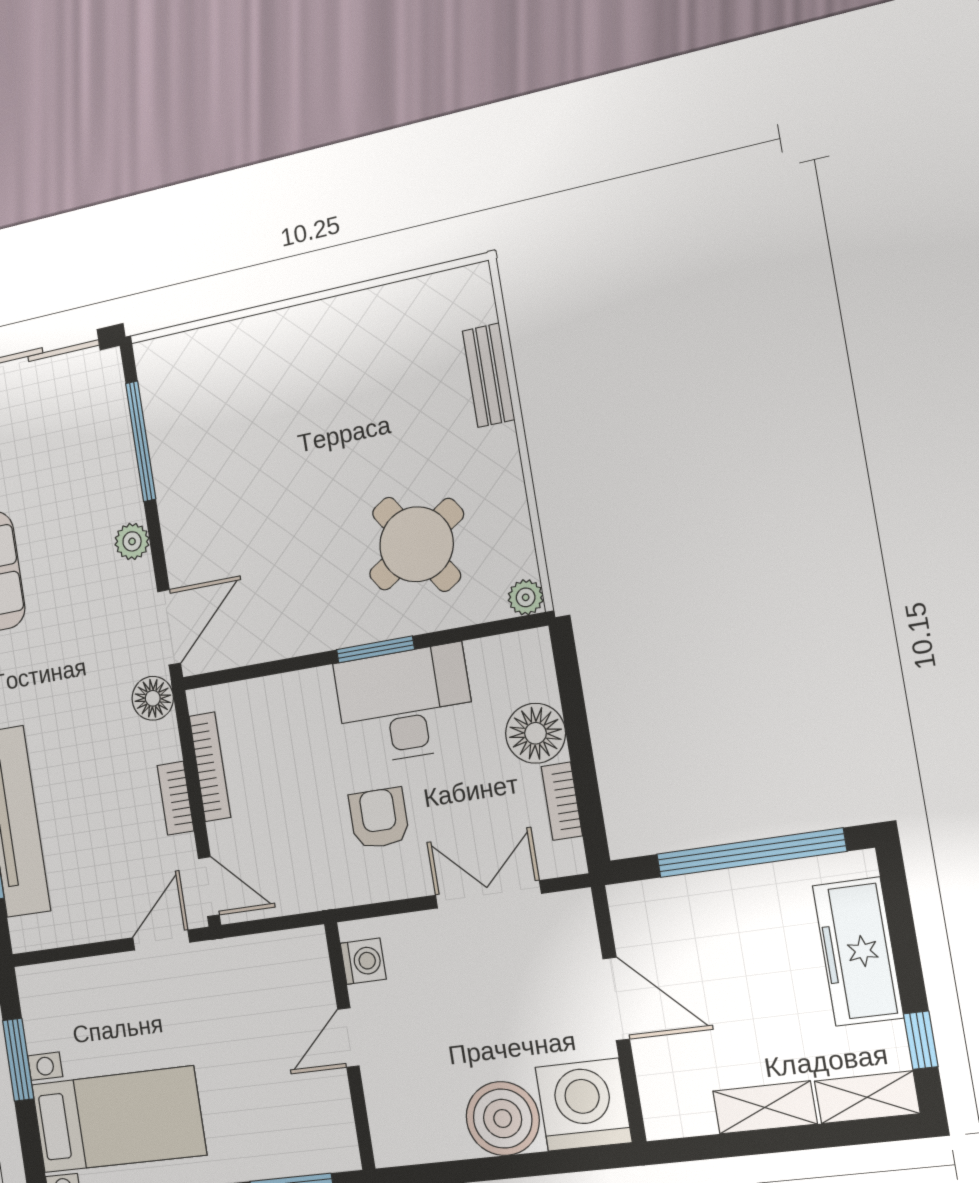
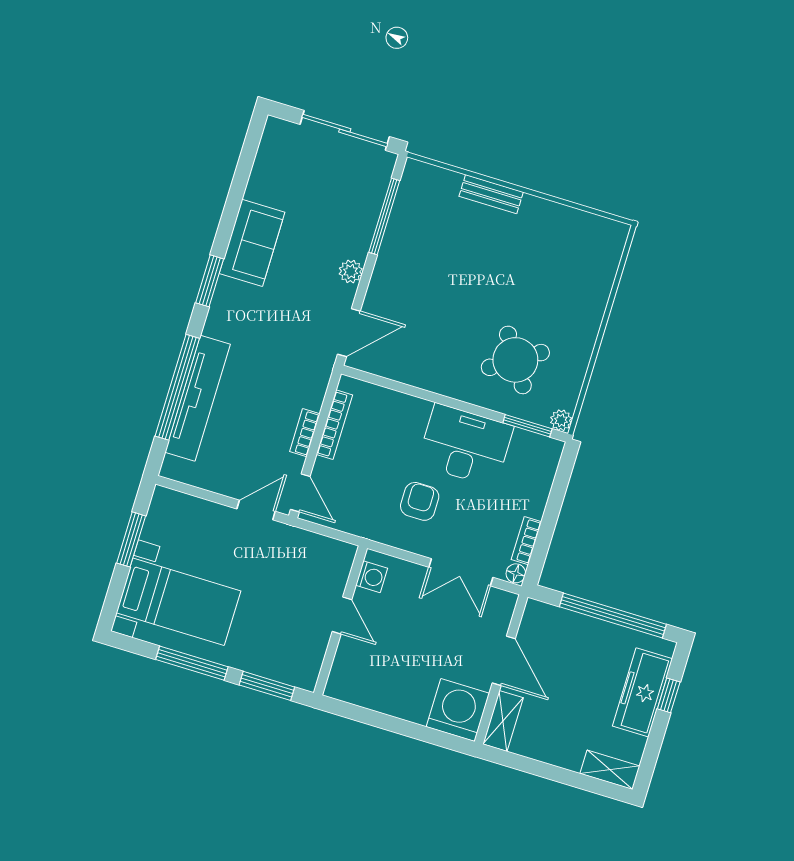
bench: (489, 375) -> (491, 194), moved, turned 90
window: (375, 649) -> (527, 426), moved
floor lamp: (153, 698) -> (319, 368), removed
floor lamp: (535, 733) -> (516, 573), moved, width x0.53, depth x0.53
double door: (488, 894) -> (461, 572), swing flipped
door: (348, 1038) -> (342, 615), swing flipped
window: (921, 1040) -> (669, 695), moved
shelving: (765, 1107) -> (503, 721), moved, turned 90
boiler: (503, 1119) -> (409, 698), removed

